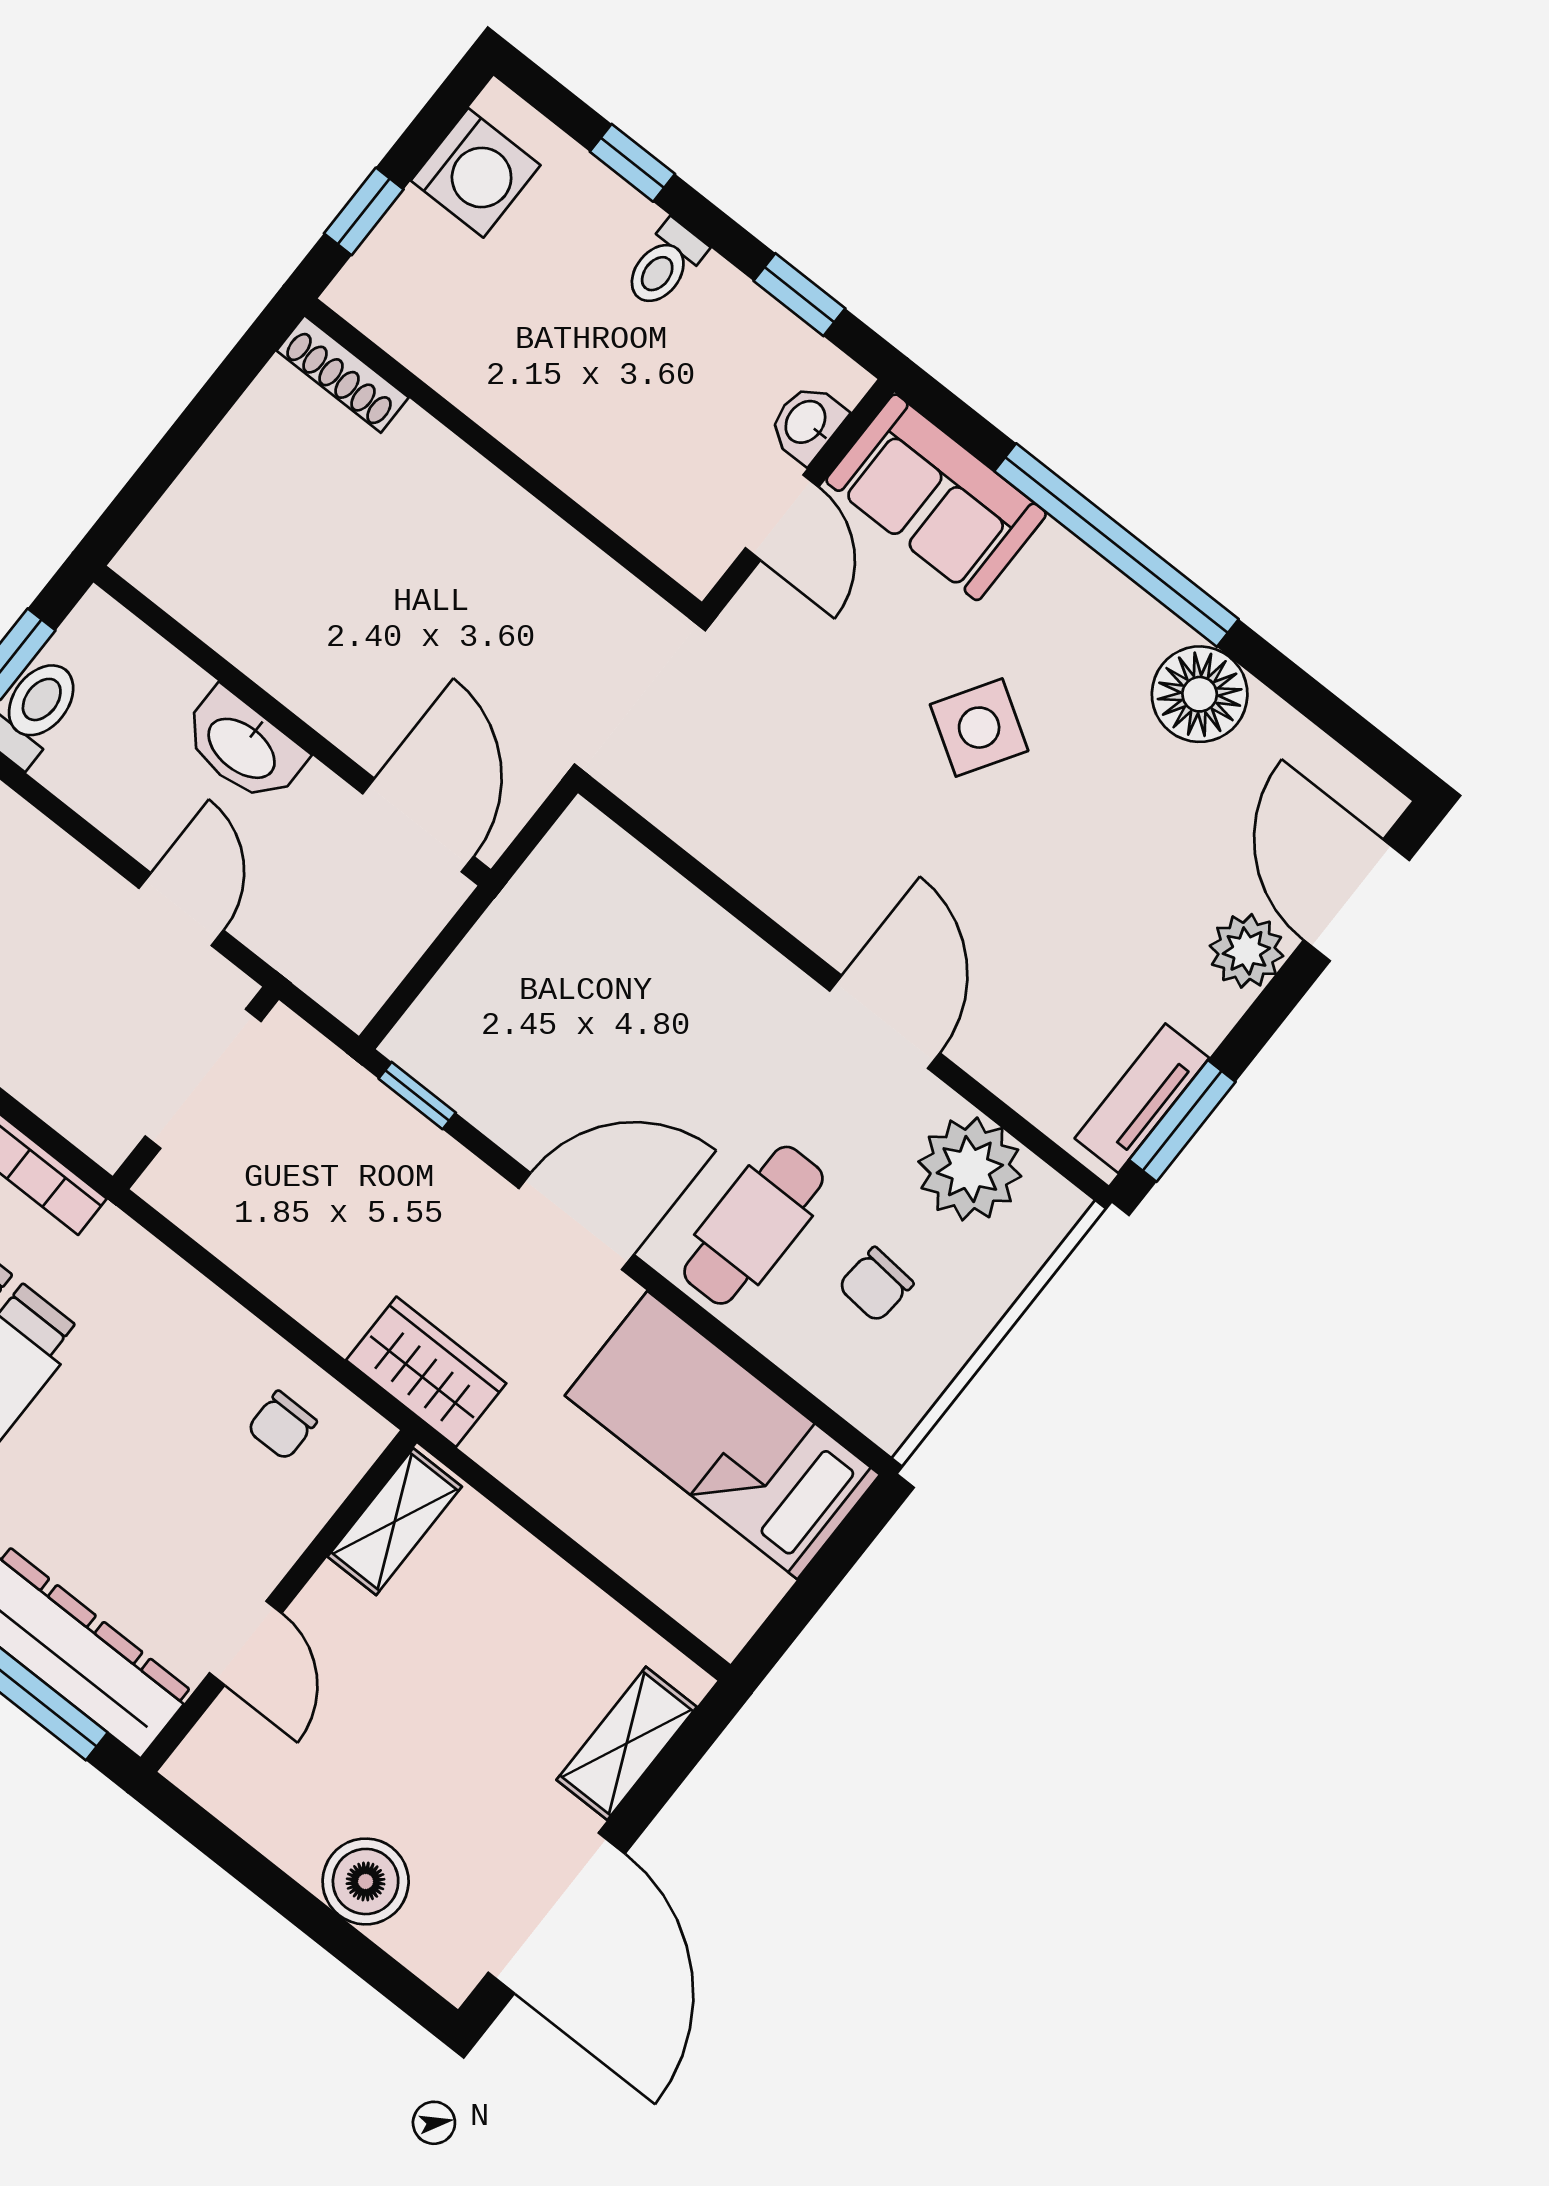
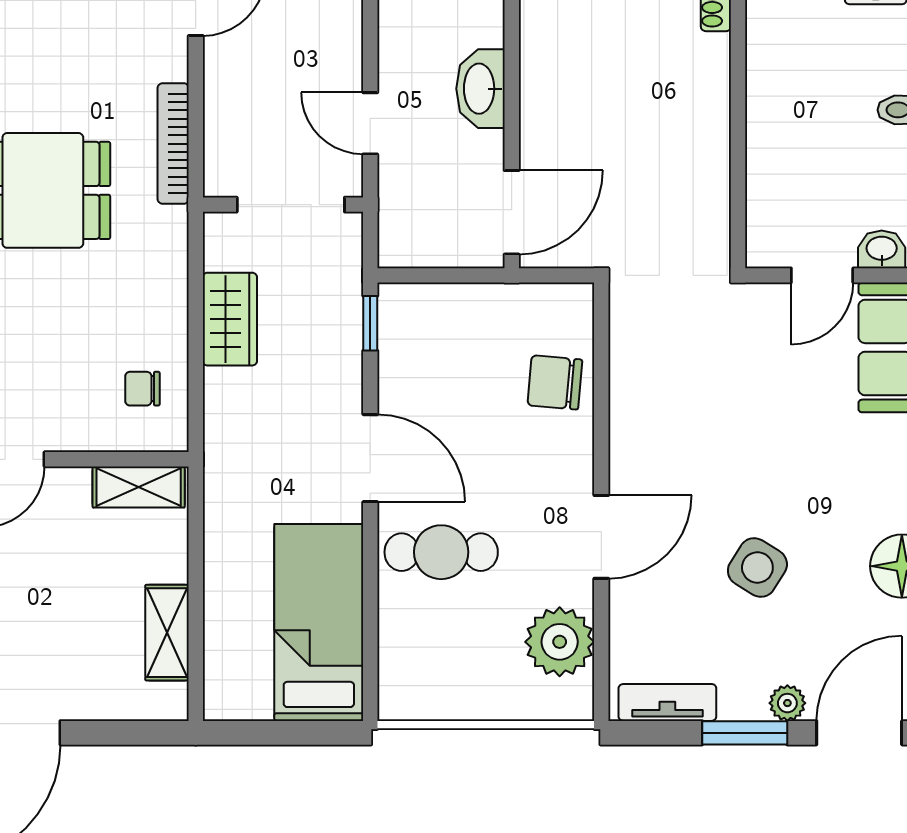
side table: (979, 728) -> (757, 567), moved
door: (181, 909) -> (370, 123), swing flipped
plant: (1246, 951) -> (787, 703), width x0.73, depth x0.73
window: (1182, 1121) -> (745, 733), moved
chair: (876, 1285) -> (555, 382), moved, width x1.37, depth x1.37
wardrobe: (426, 1372) -> (230, 319), moved
shelving: (627, 1743) -> (167, 633), moved, turned 90

